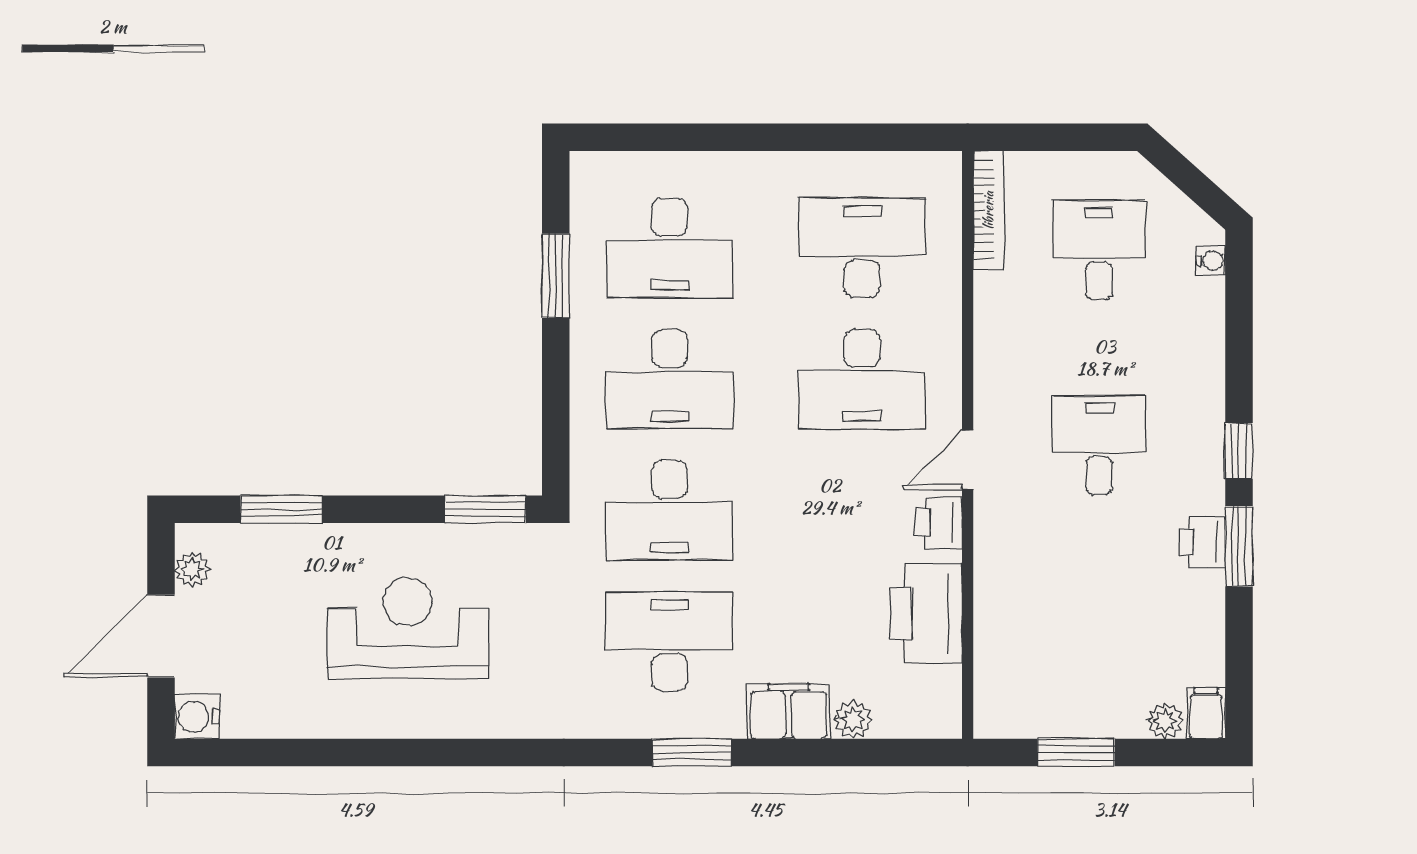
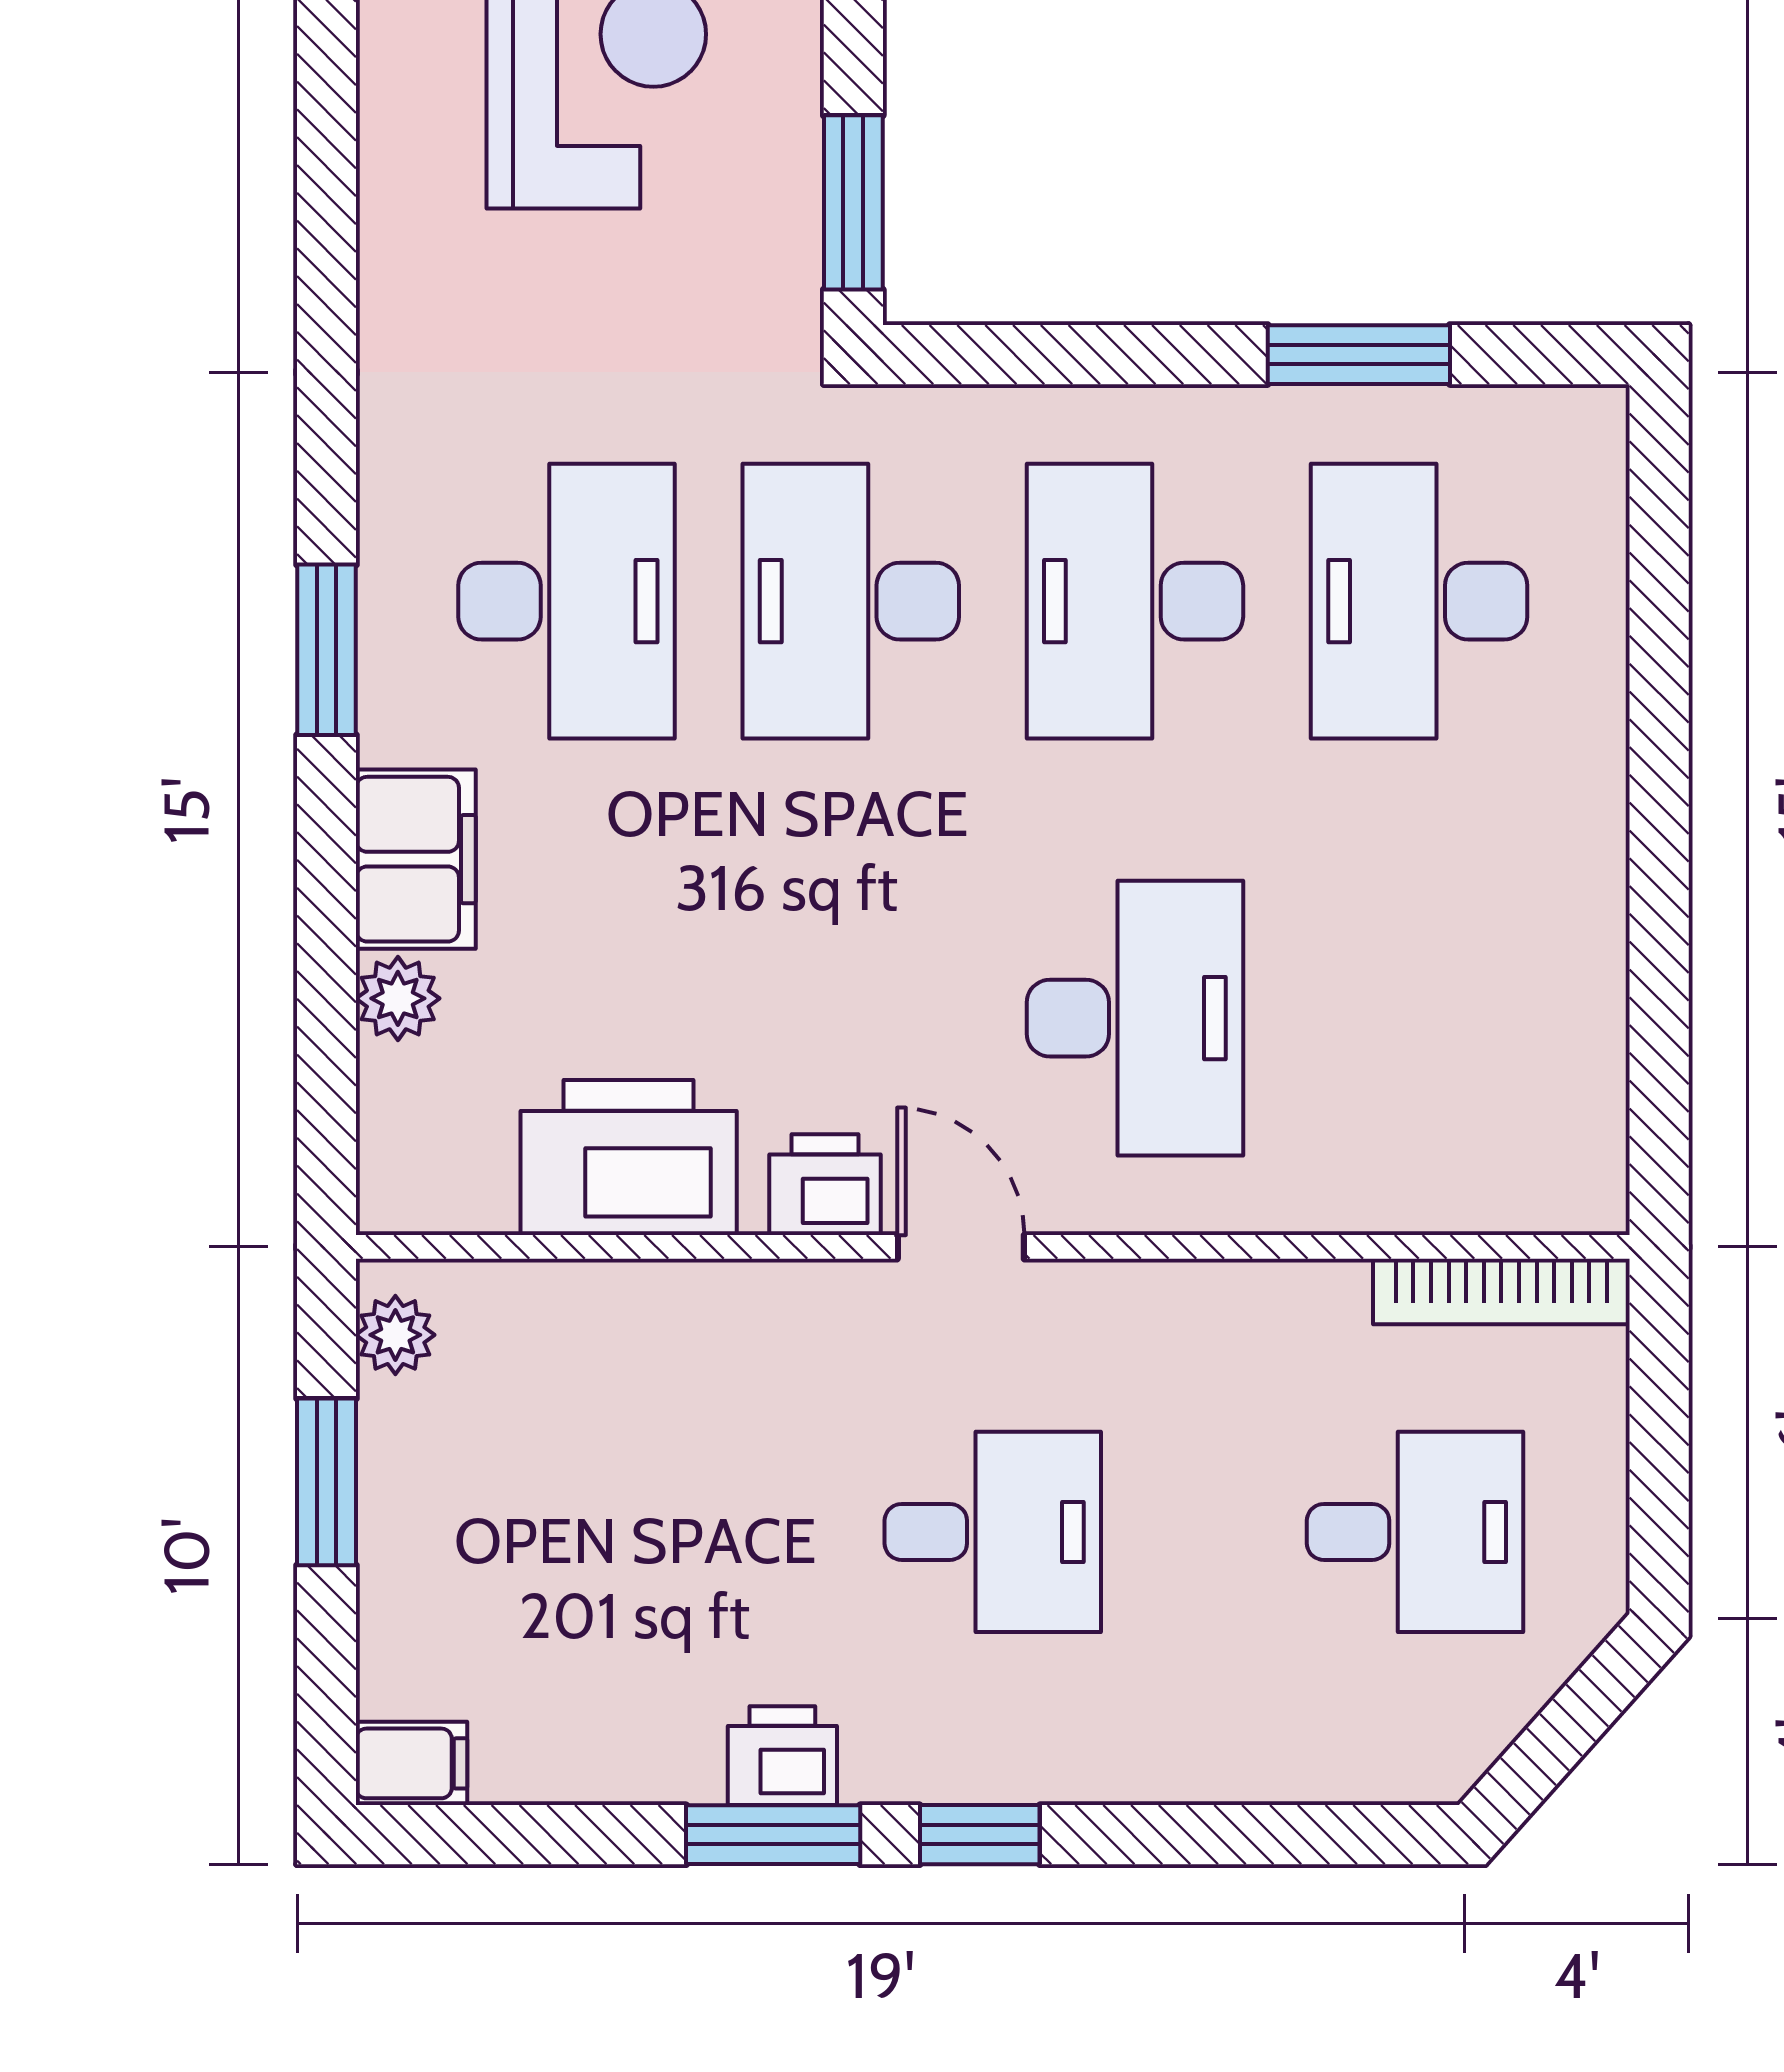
desk: (862, 248) -> (1419, 1018), removed
water cooler: (1211, 260) -> (1392, 1774), removed
desk: (862, 379) -> (1135, 1018), turned 180
plant: (1165, 721) -> (395, 1335), moved

